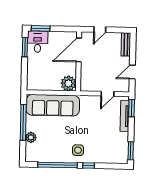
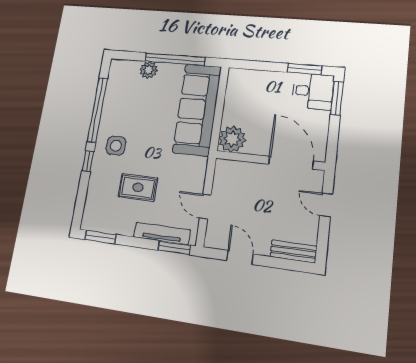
rug: (101, 133) -> (138, 187), added

